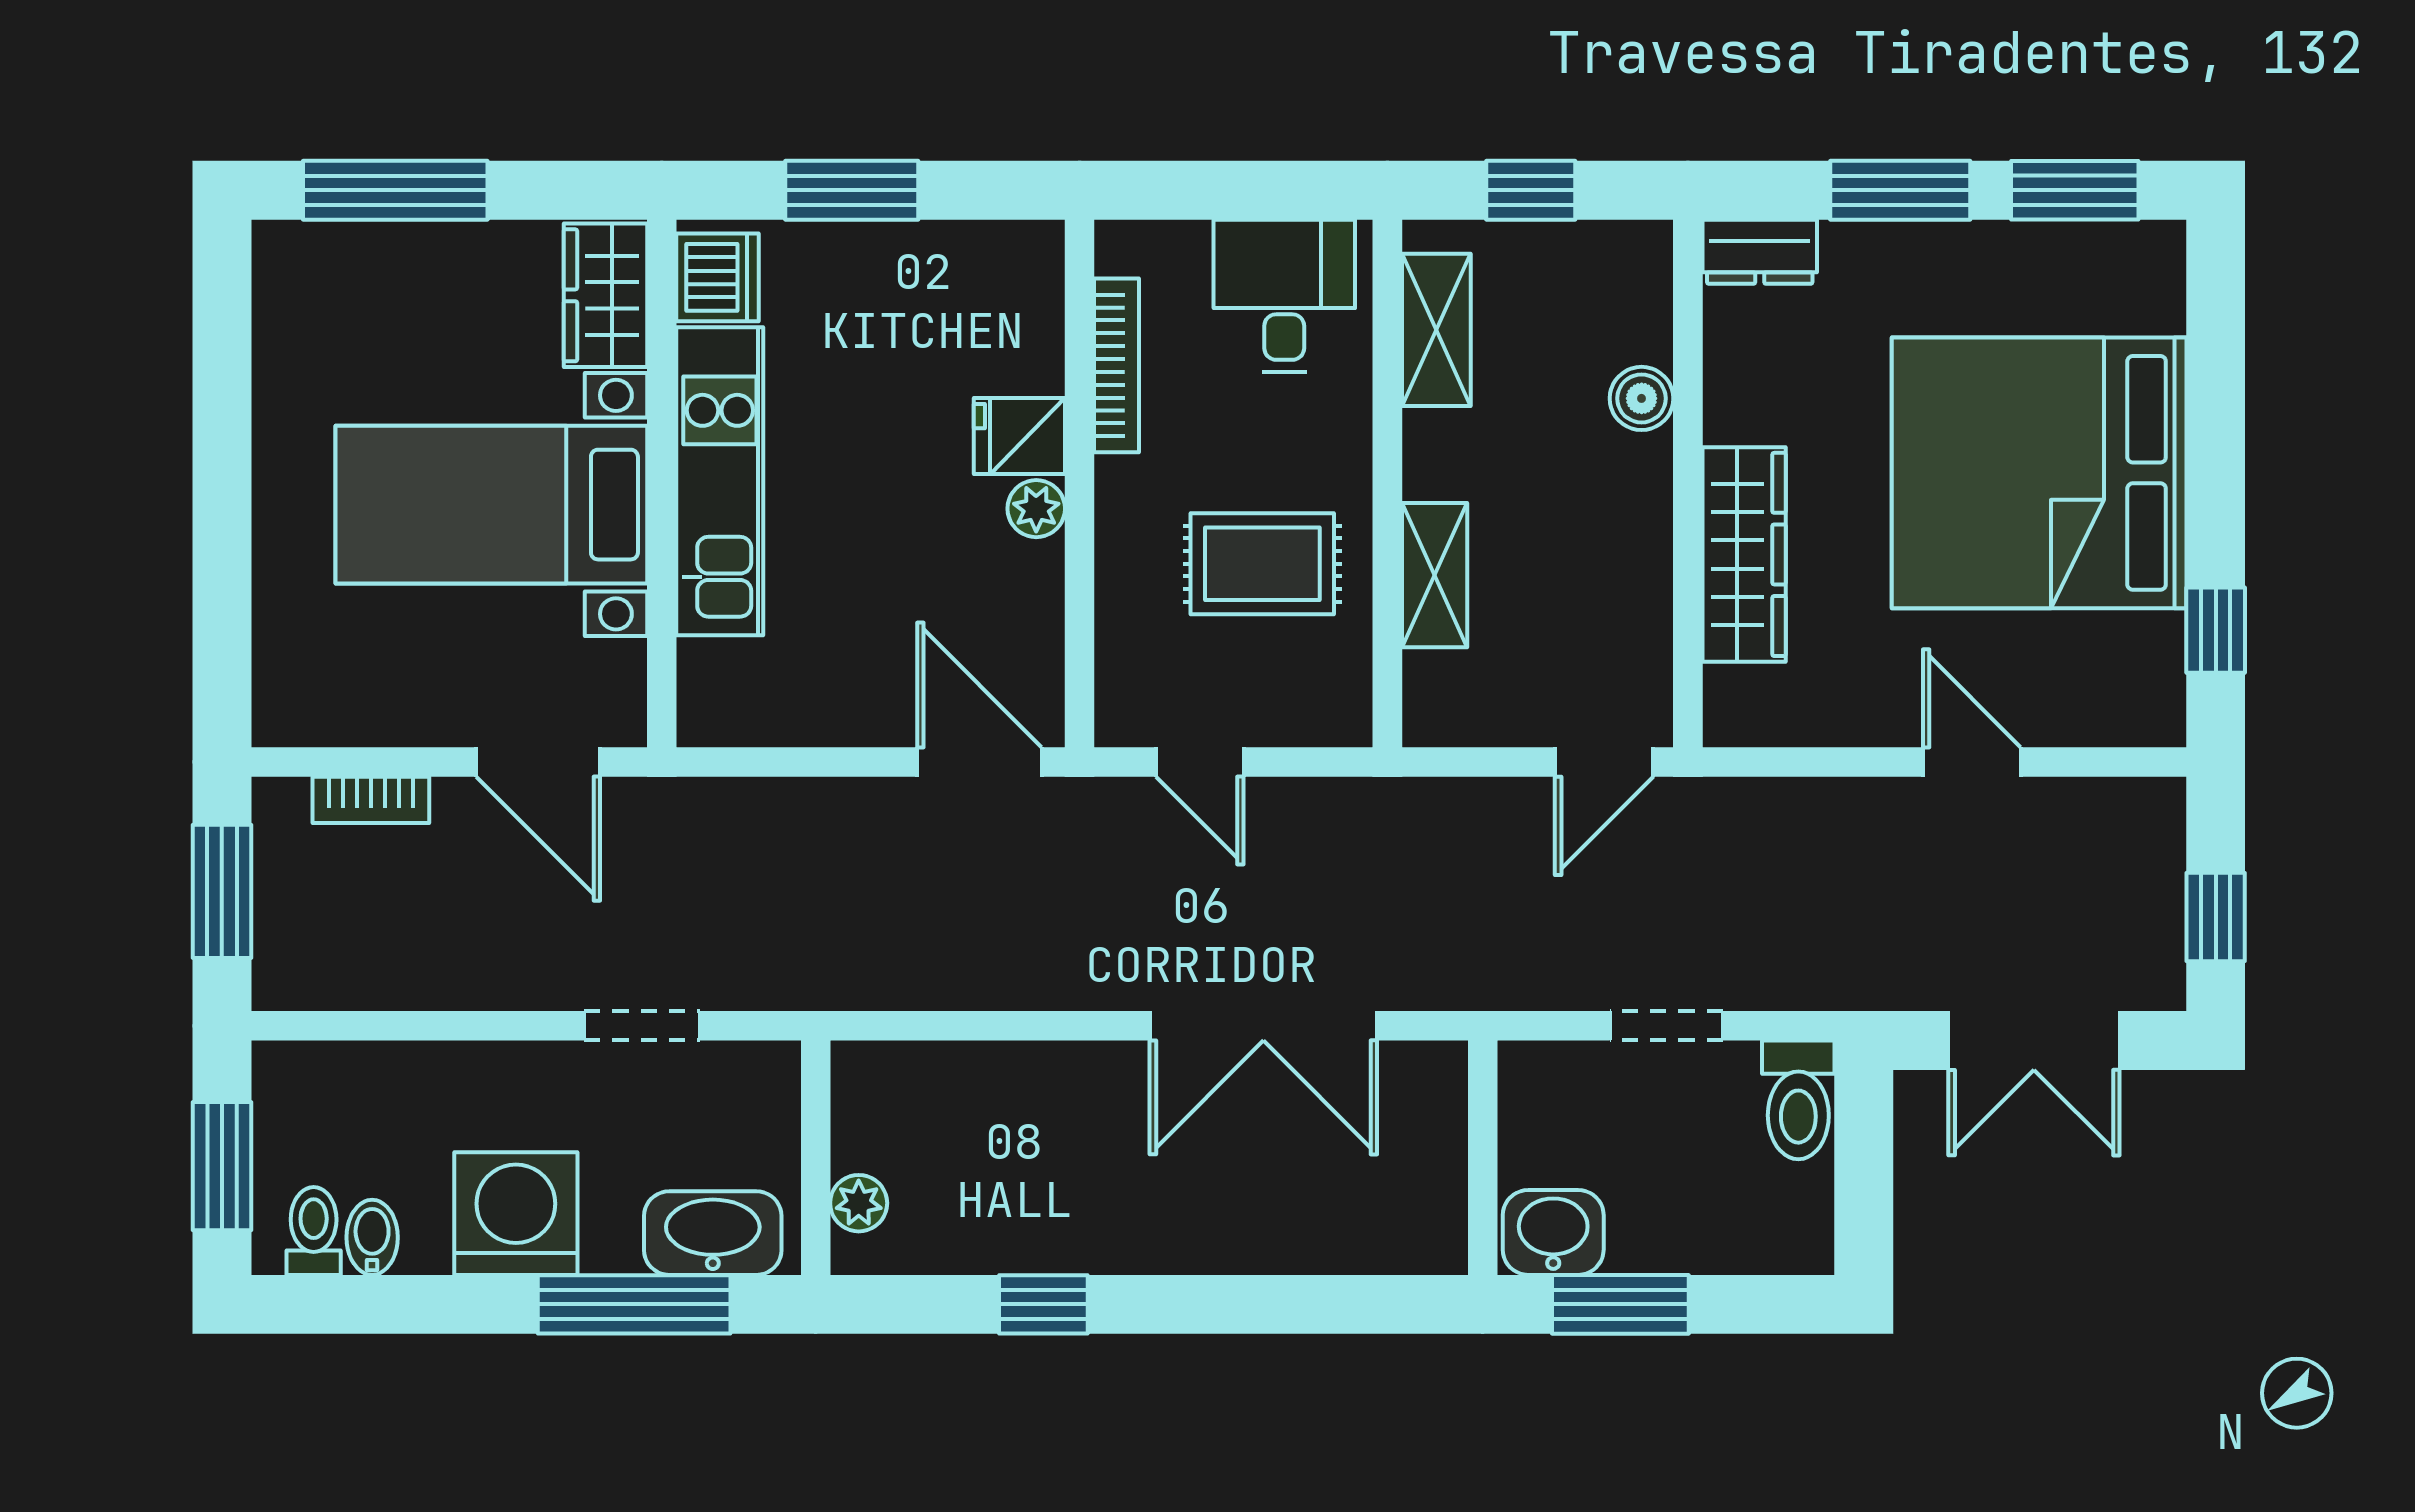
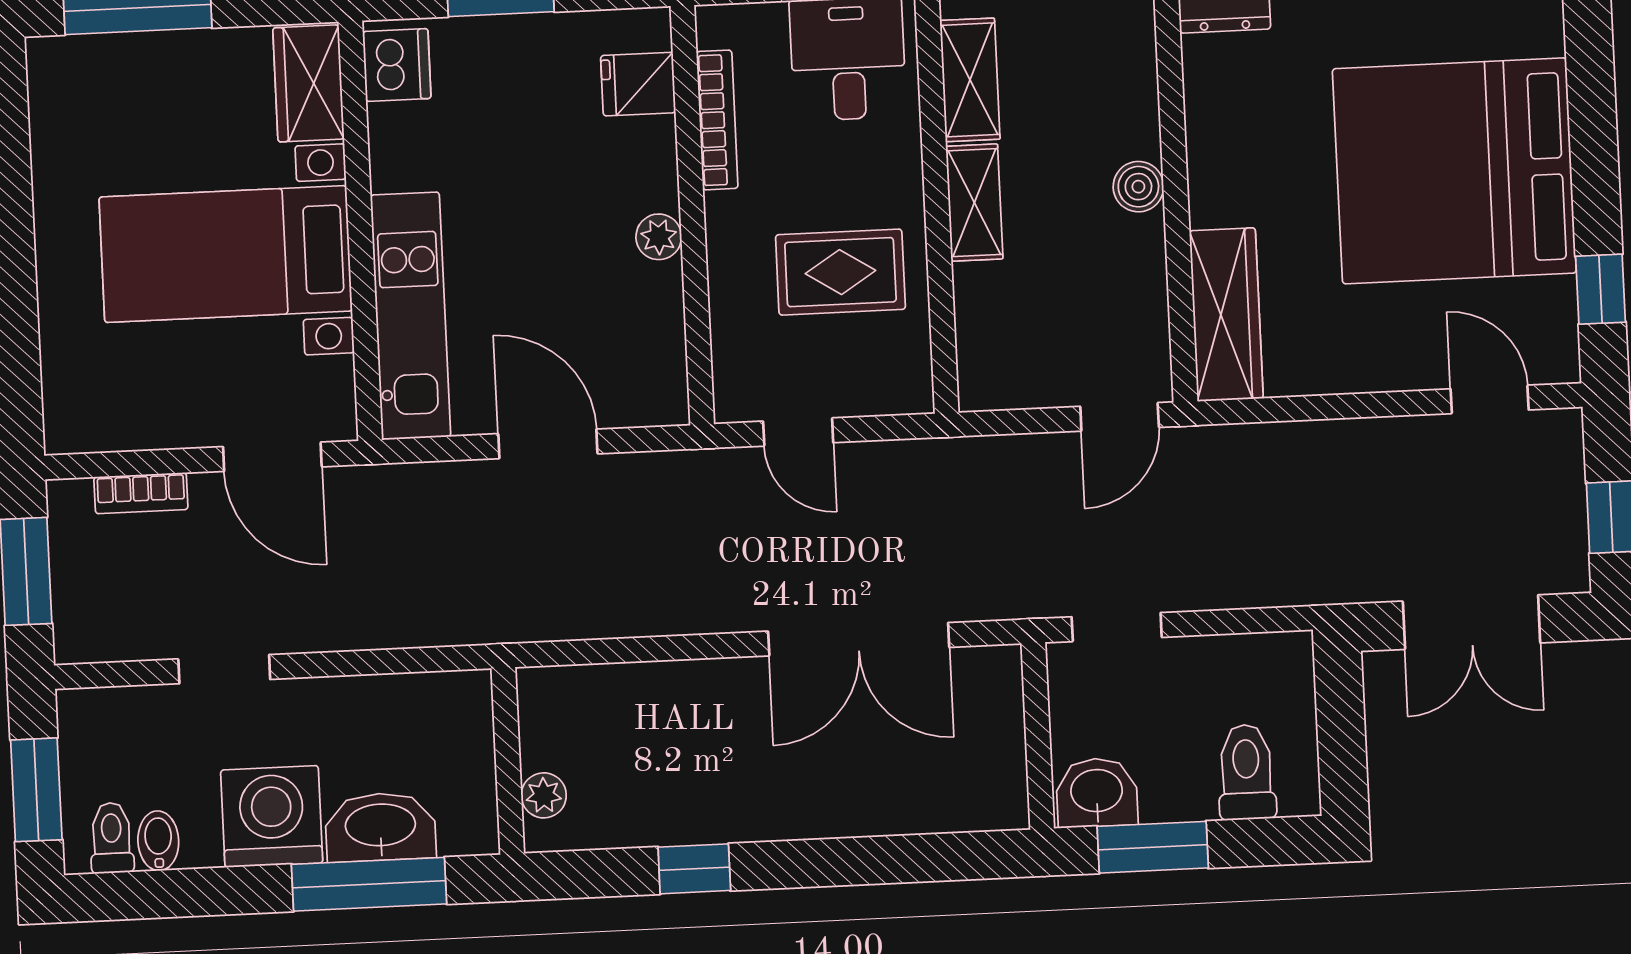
boiler: (1642, 398) -> (1138, 187), moved
fridge: (1019, 436) -> (638, 84), moved
kitchen unit: (720, 481) -> (410, 316), moved
wardrobe: (1744, 554) -> (1226, 315), moved
shelving: (1435, 575) -> (974, 203), moved
door: (979, 762) -> (548, 444), moved
door: (1972, 762) -> (1490, 399), moved
doorway: (642, 1026) -> (224, 669), moved
doorway: (1666, 1026) -> (1117, 627), moved
toilet: (1798, 1100) -> (1246, 772), moved, turned 180
washbasin: (713, 1233) -> (380, 827), moved

